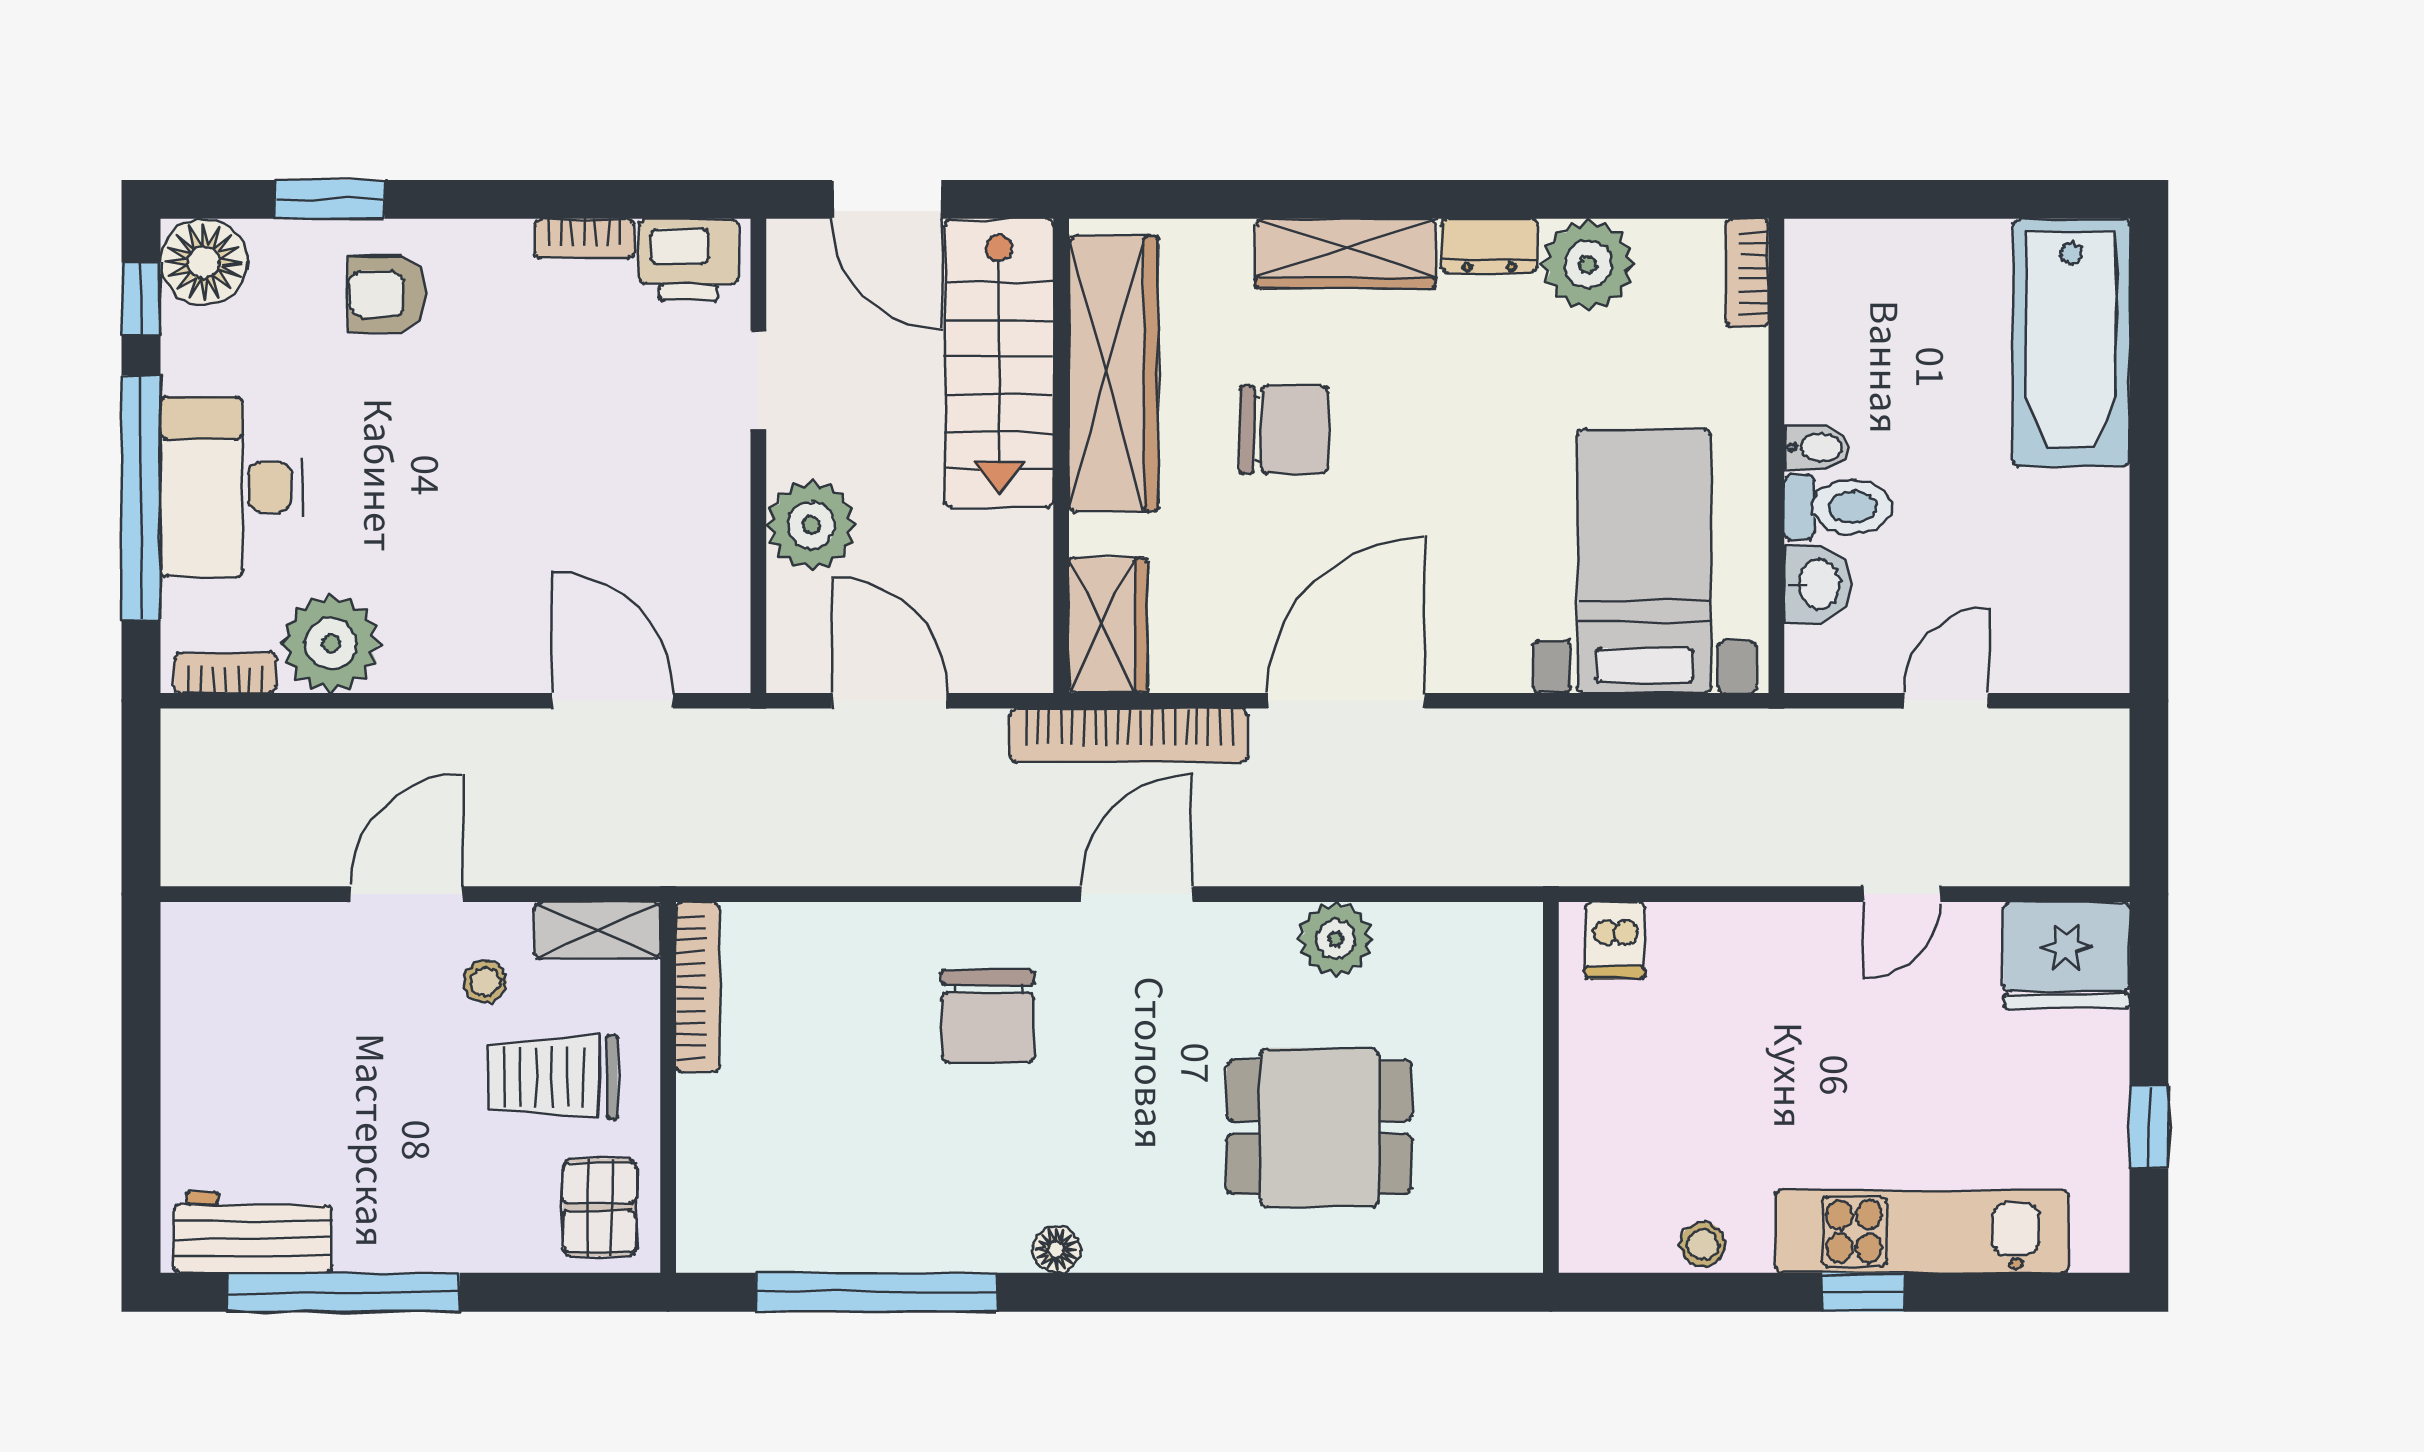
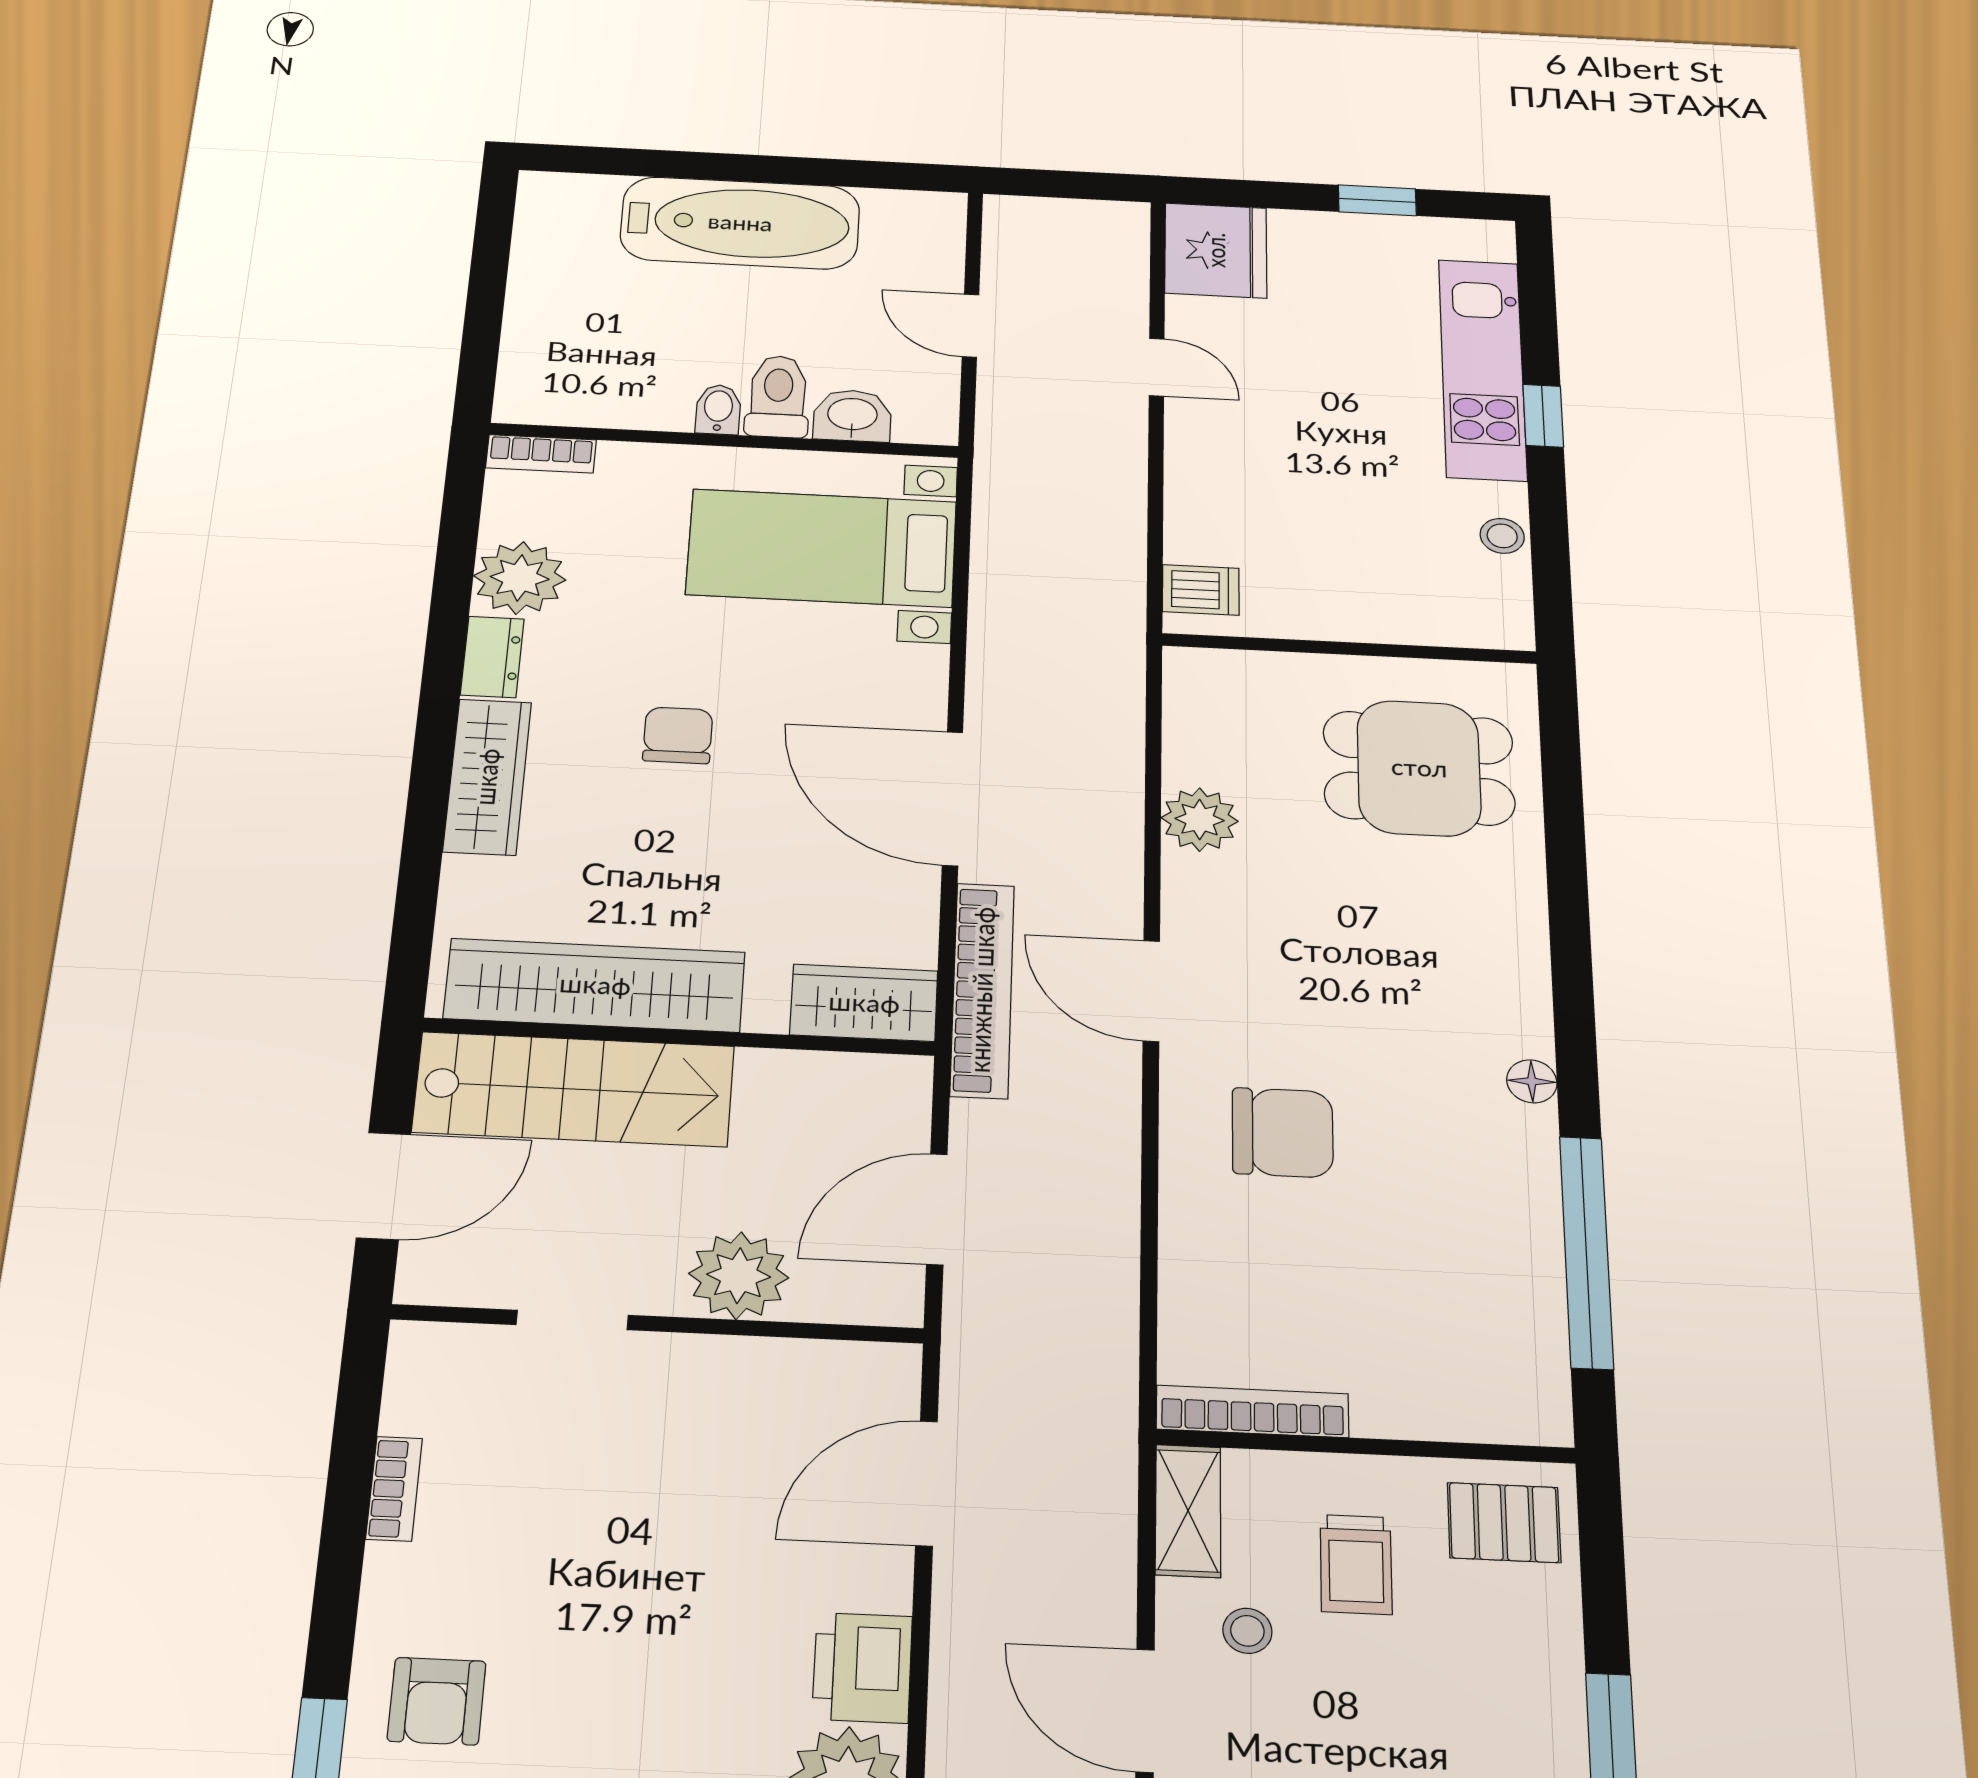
printer: (688, 260) -> (862, 1668), moved, turned 180
bathtub: (2071, 343) -> (740, 223), moved
chair: (1284, 429) -> (678, 735), moved, width x0.73, depth x0.73
trolley: (553, 1077) -> (1356, 1564), width x0.73, depth x0.72
dining table: (1319, 1127) -> (1419, 768), moved, turned 90

